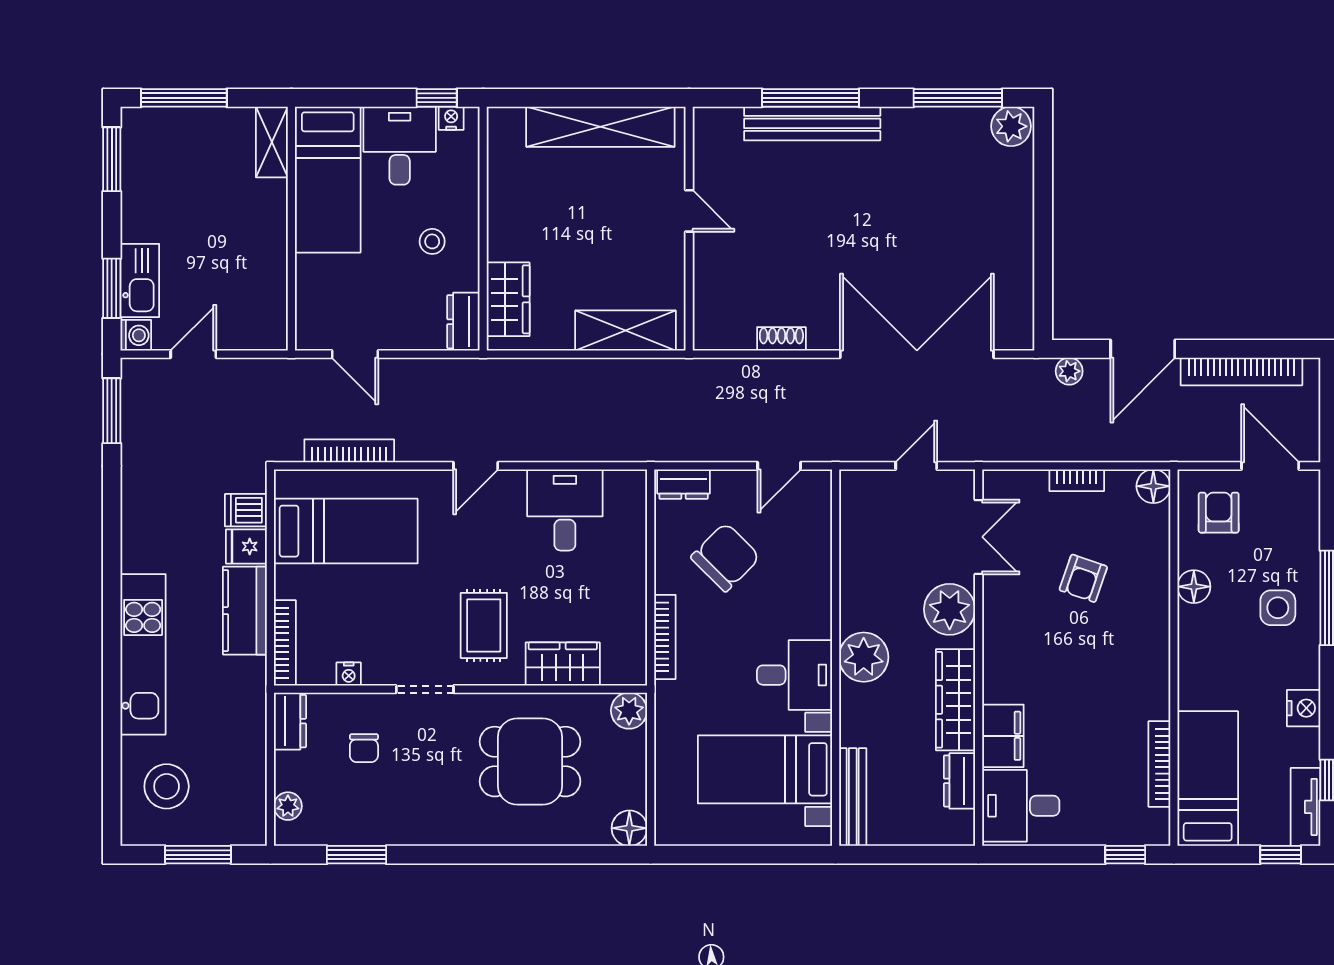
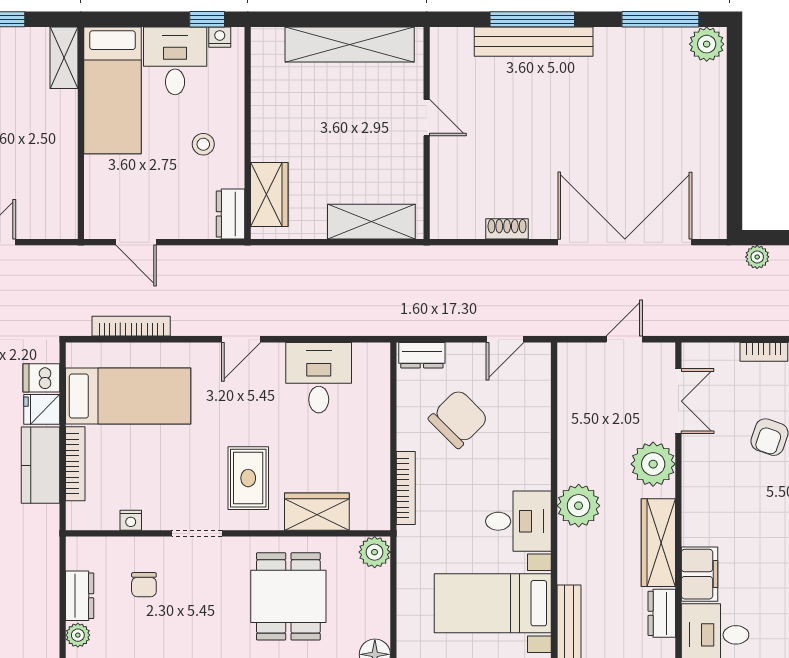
bookcase: (285, 643) -> (75, 464), moved
dresser: (290, 721) -> (80, 596), moved
dining table: (530, 762) -> (288, 596), turned 90

